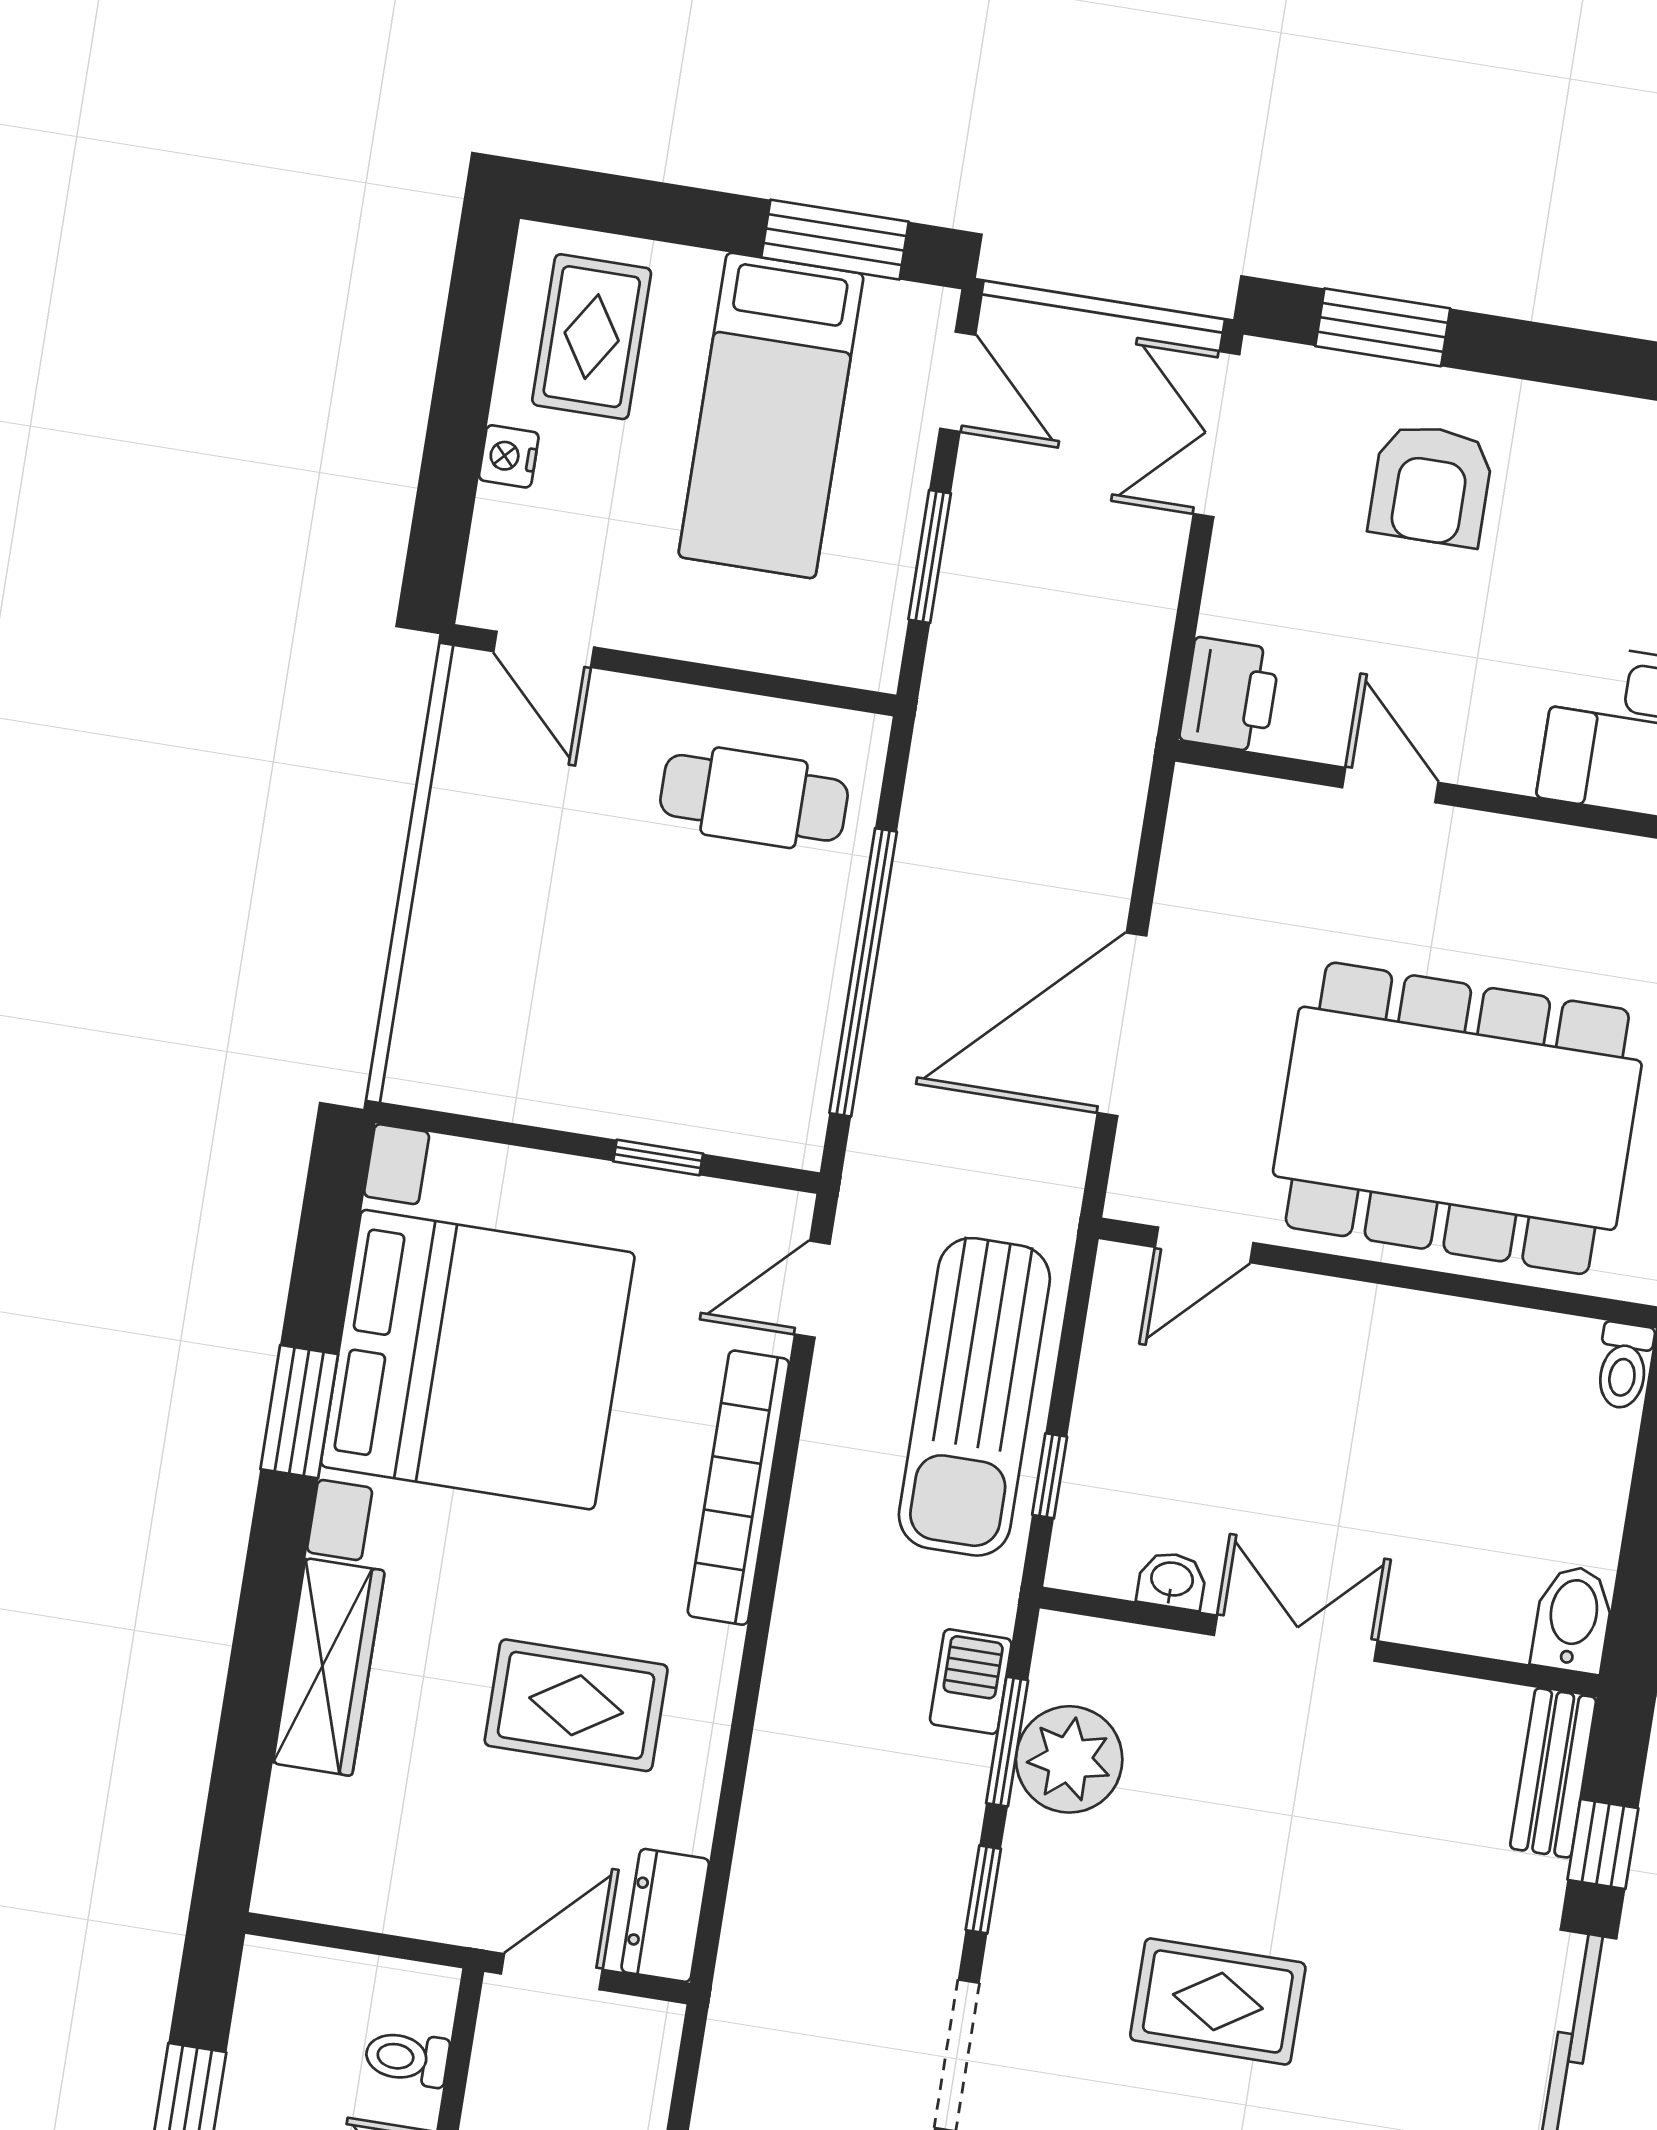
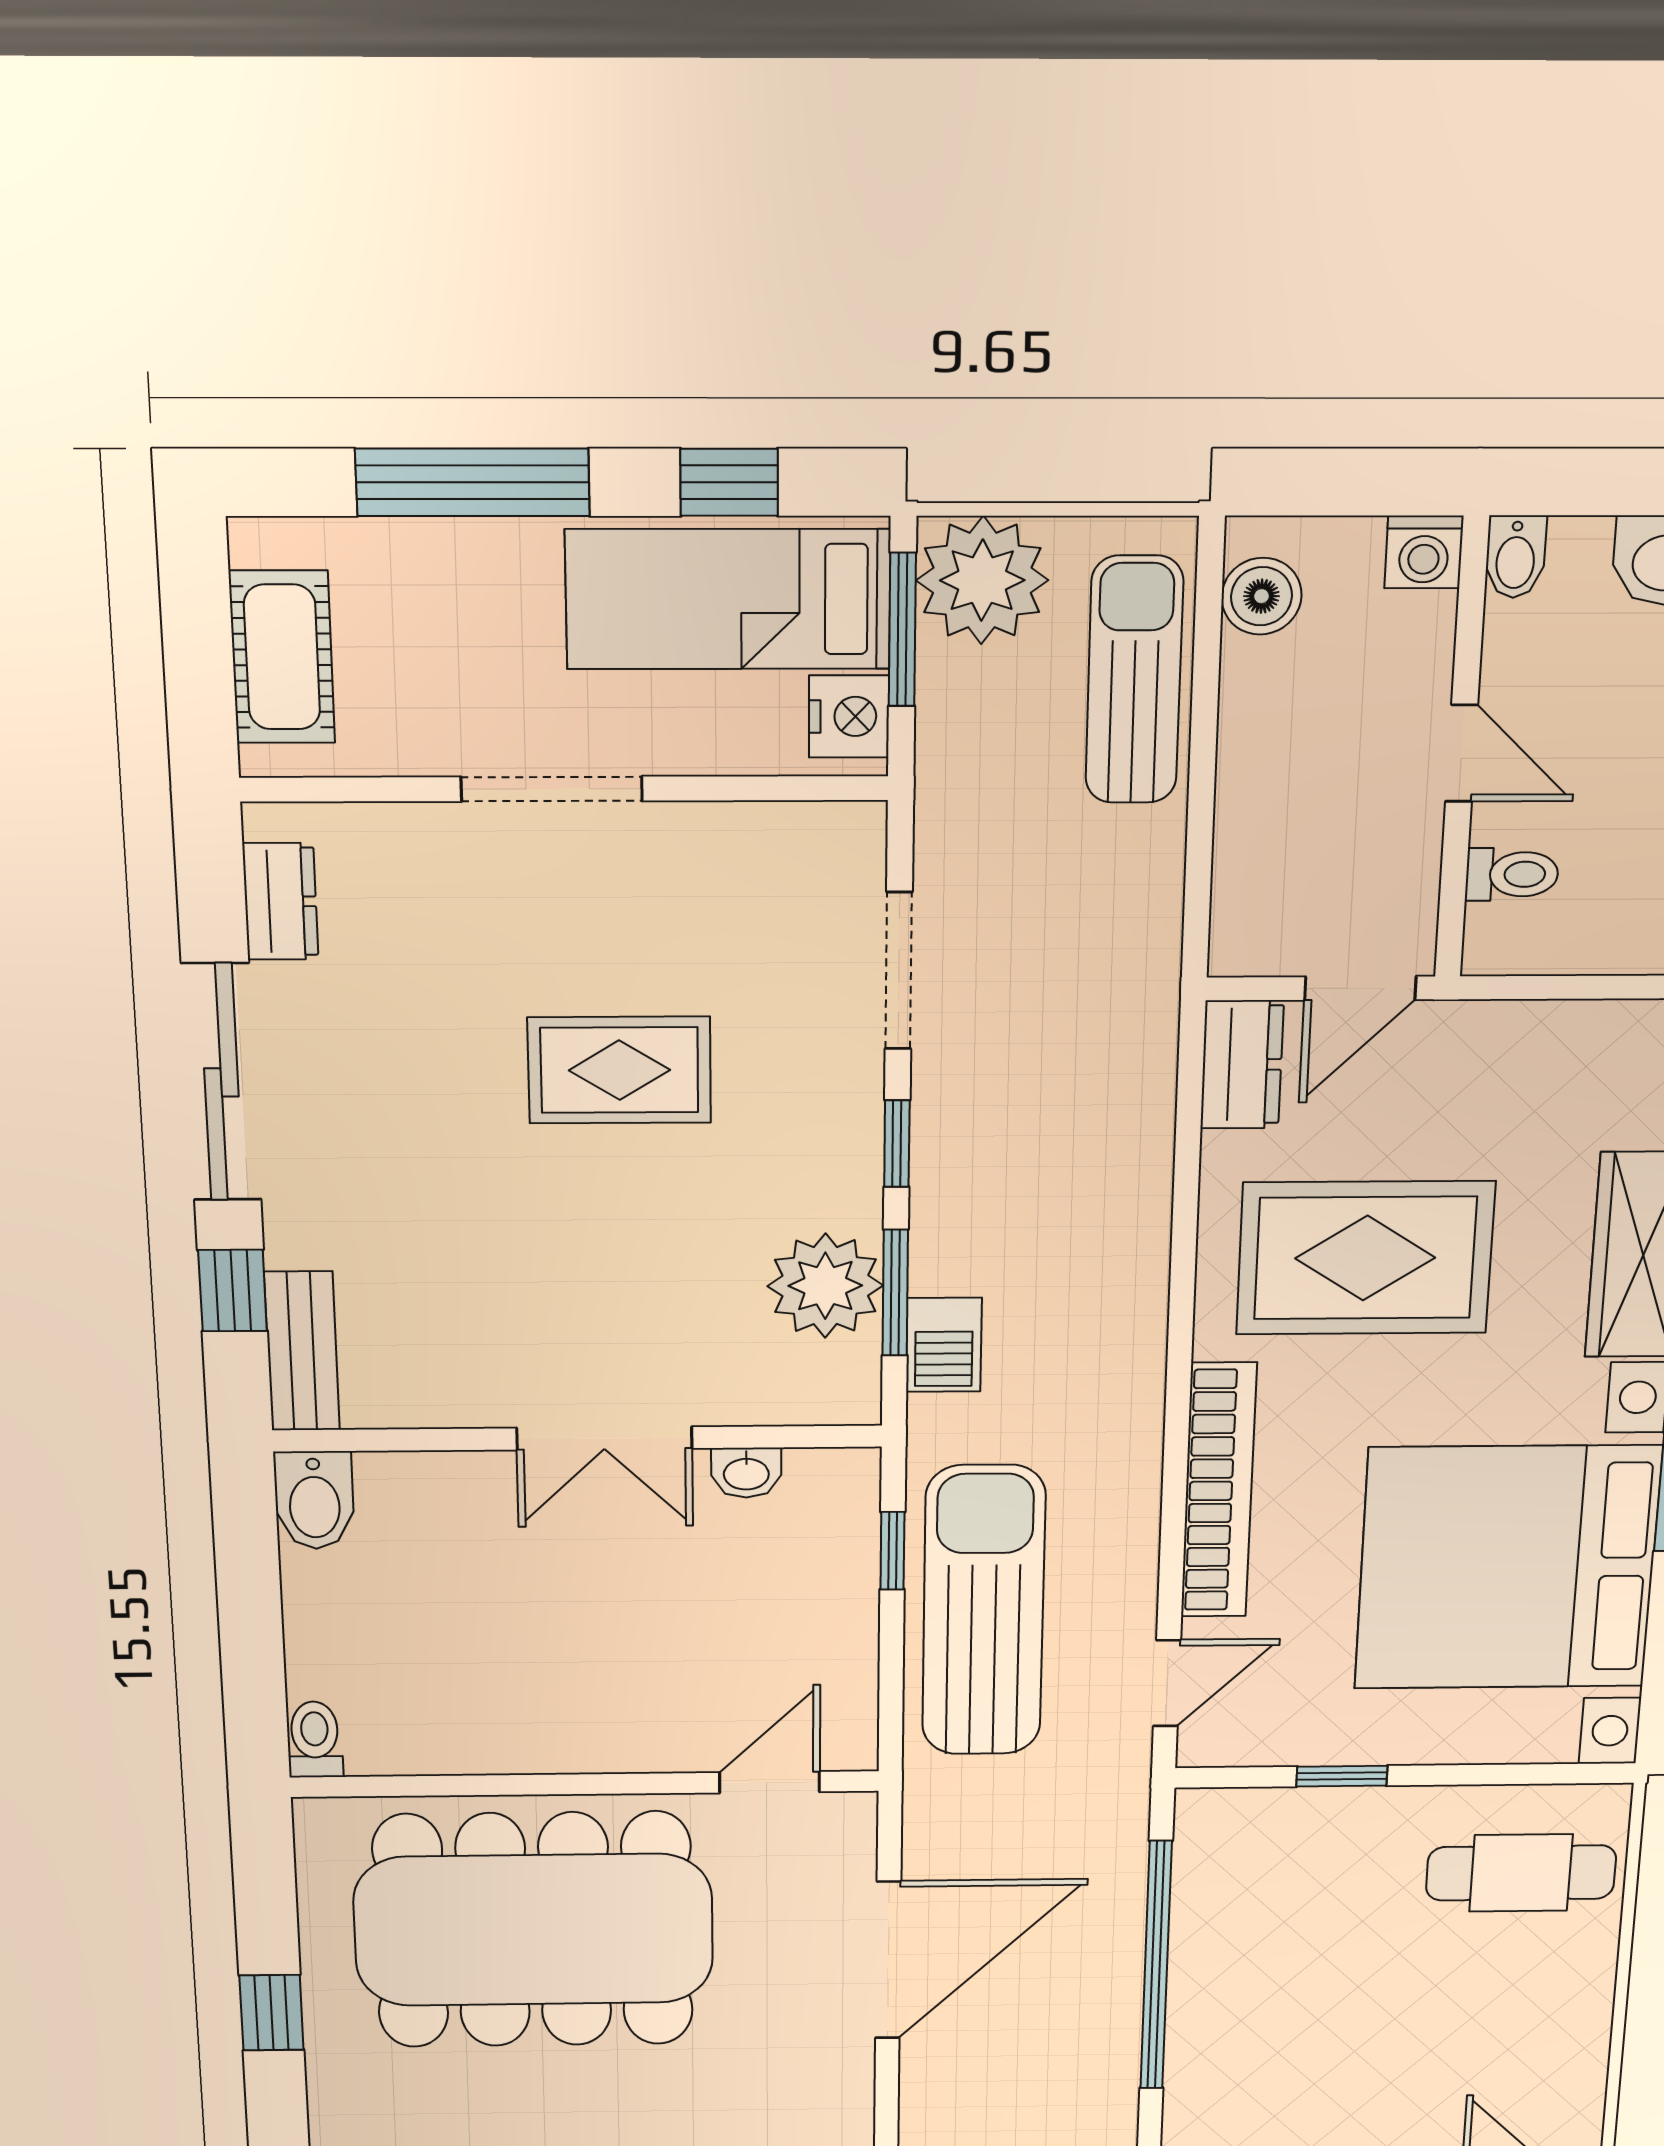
cafe table: (754, 798) -> (1521, 1873), moved
rug: (576, 1705) -> (1365, 1258), width x1.36, depth x1.43

